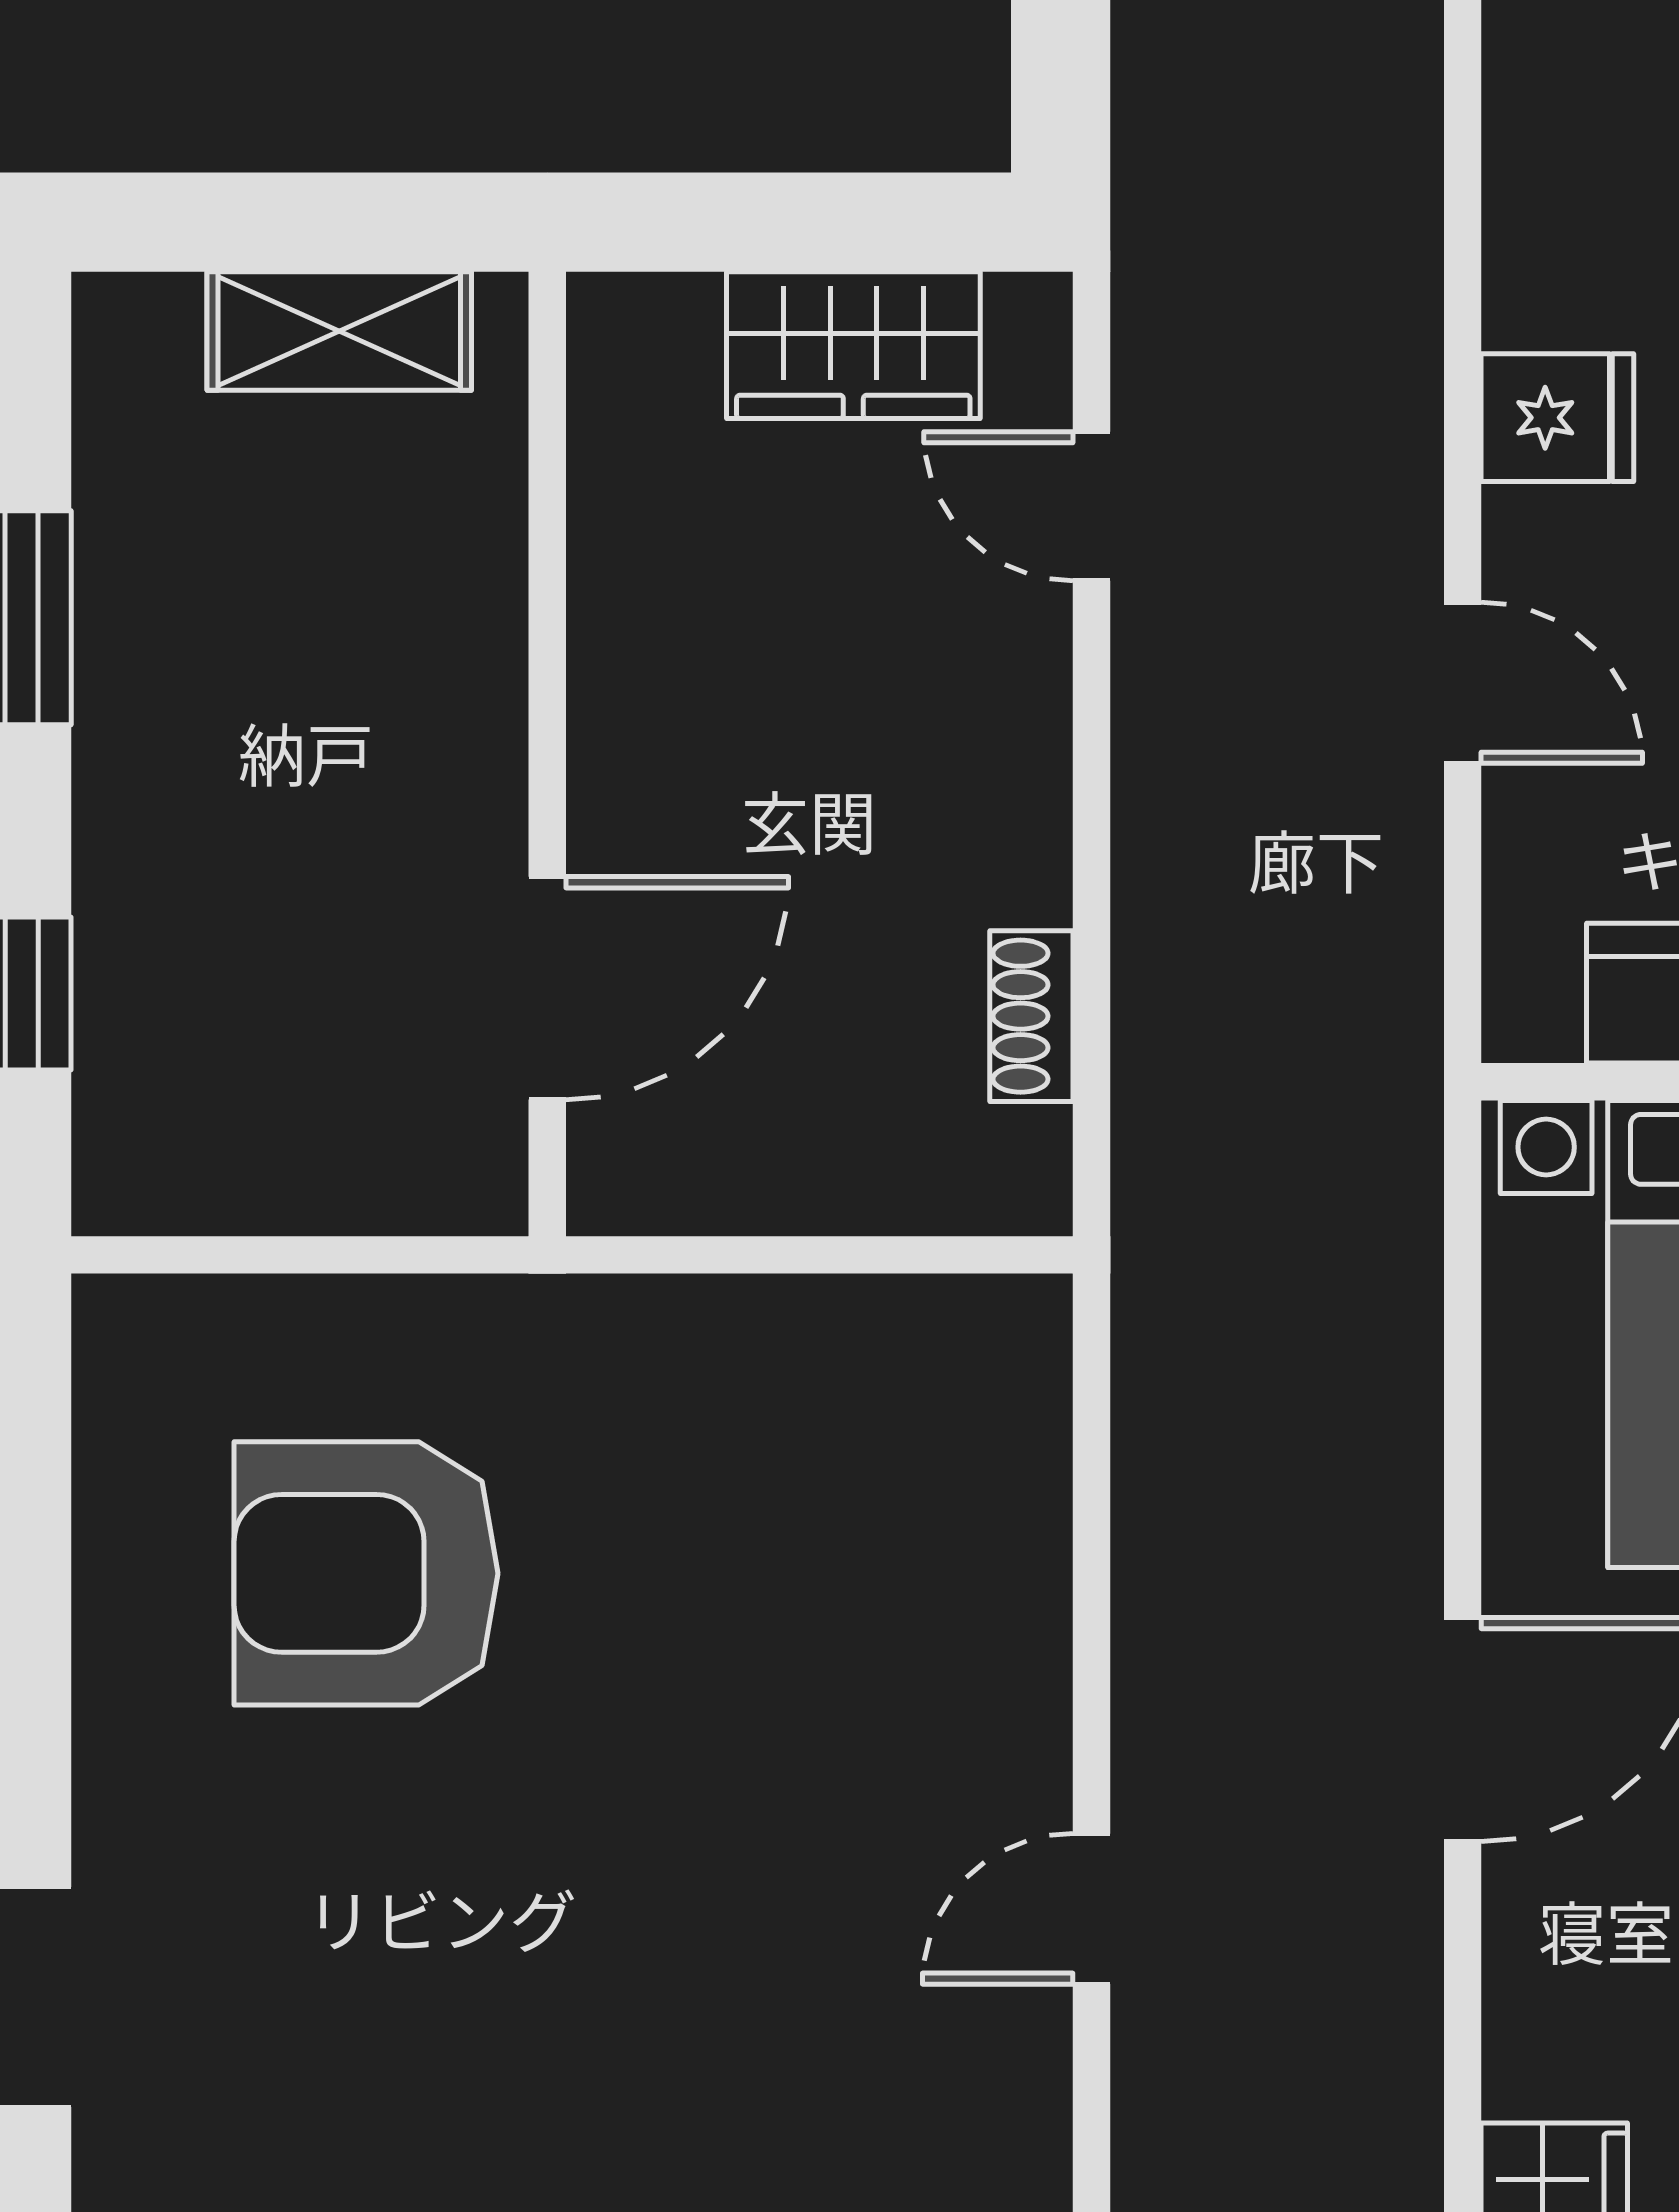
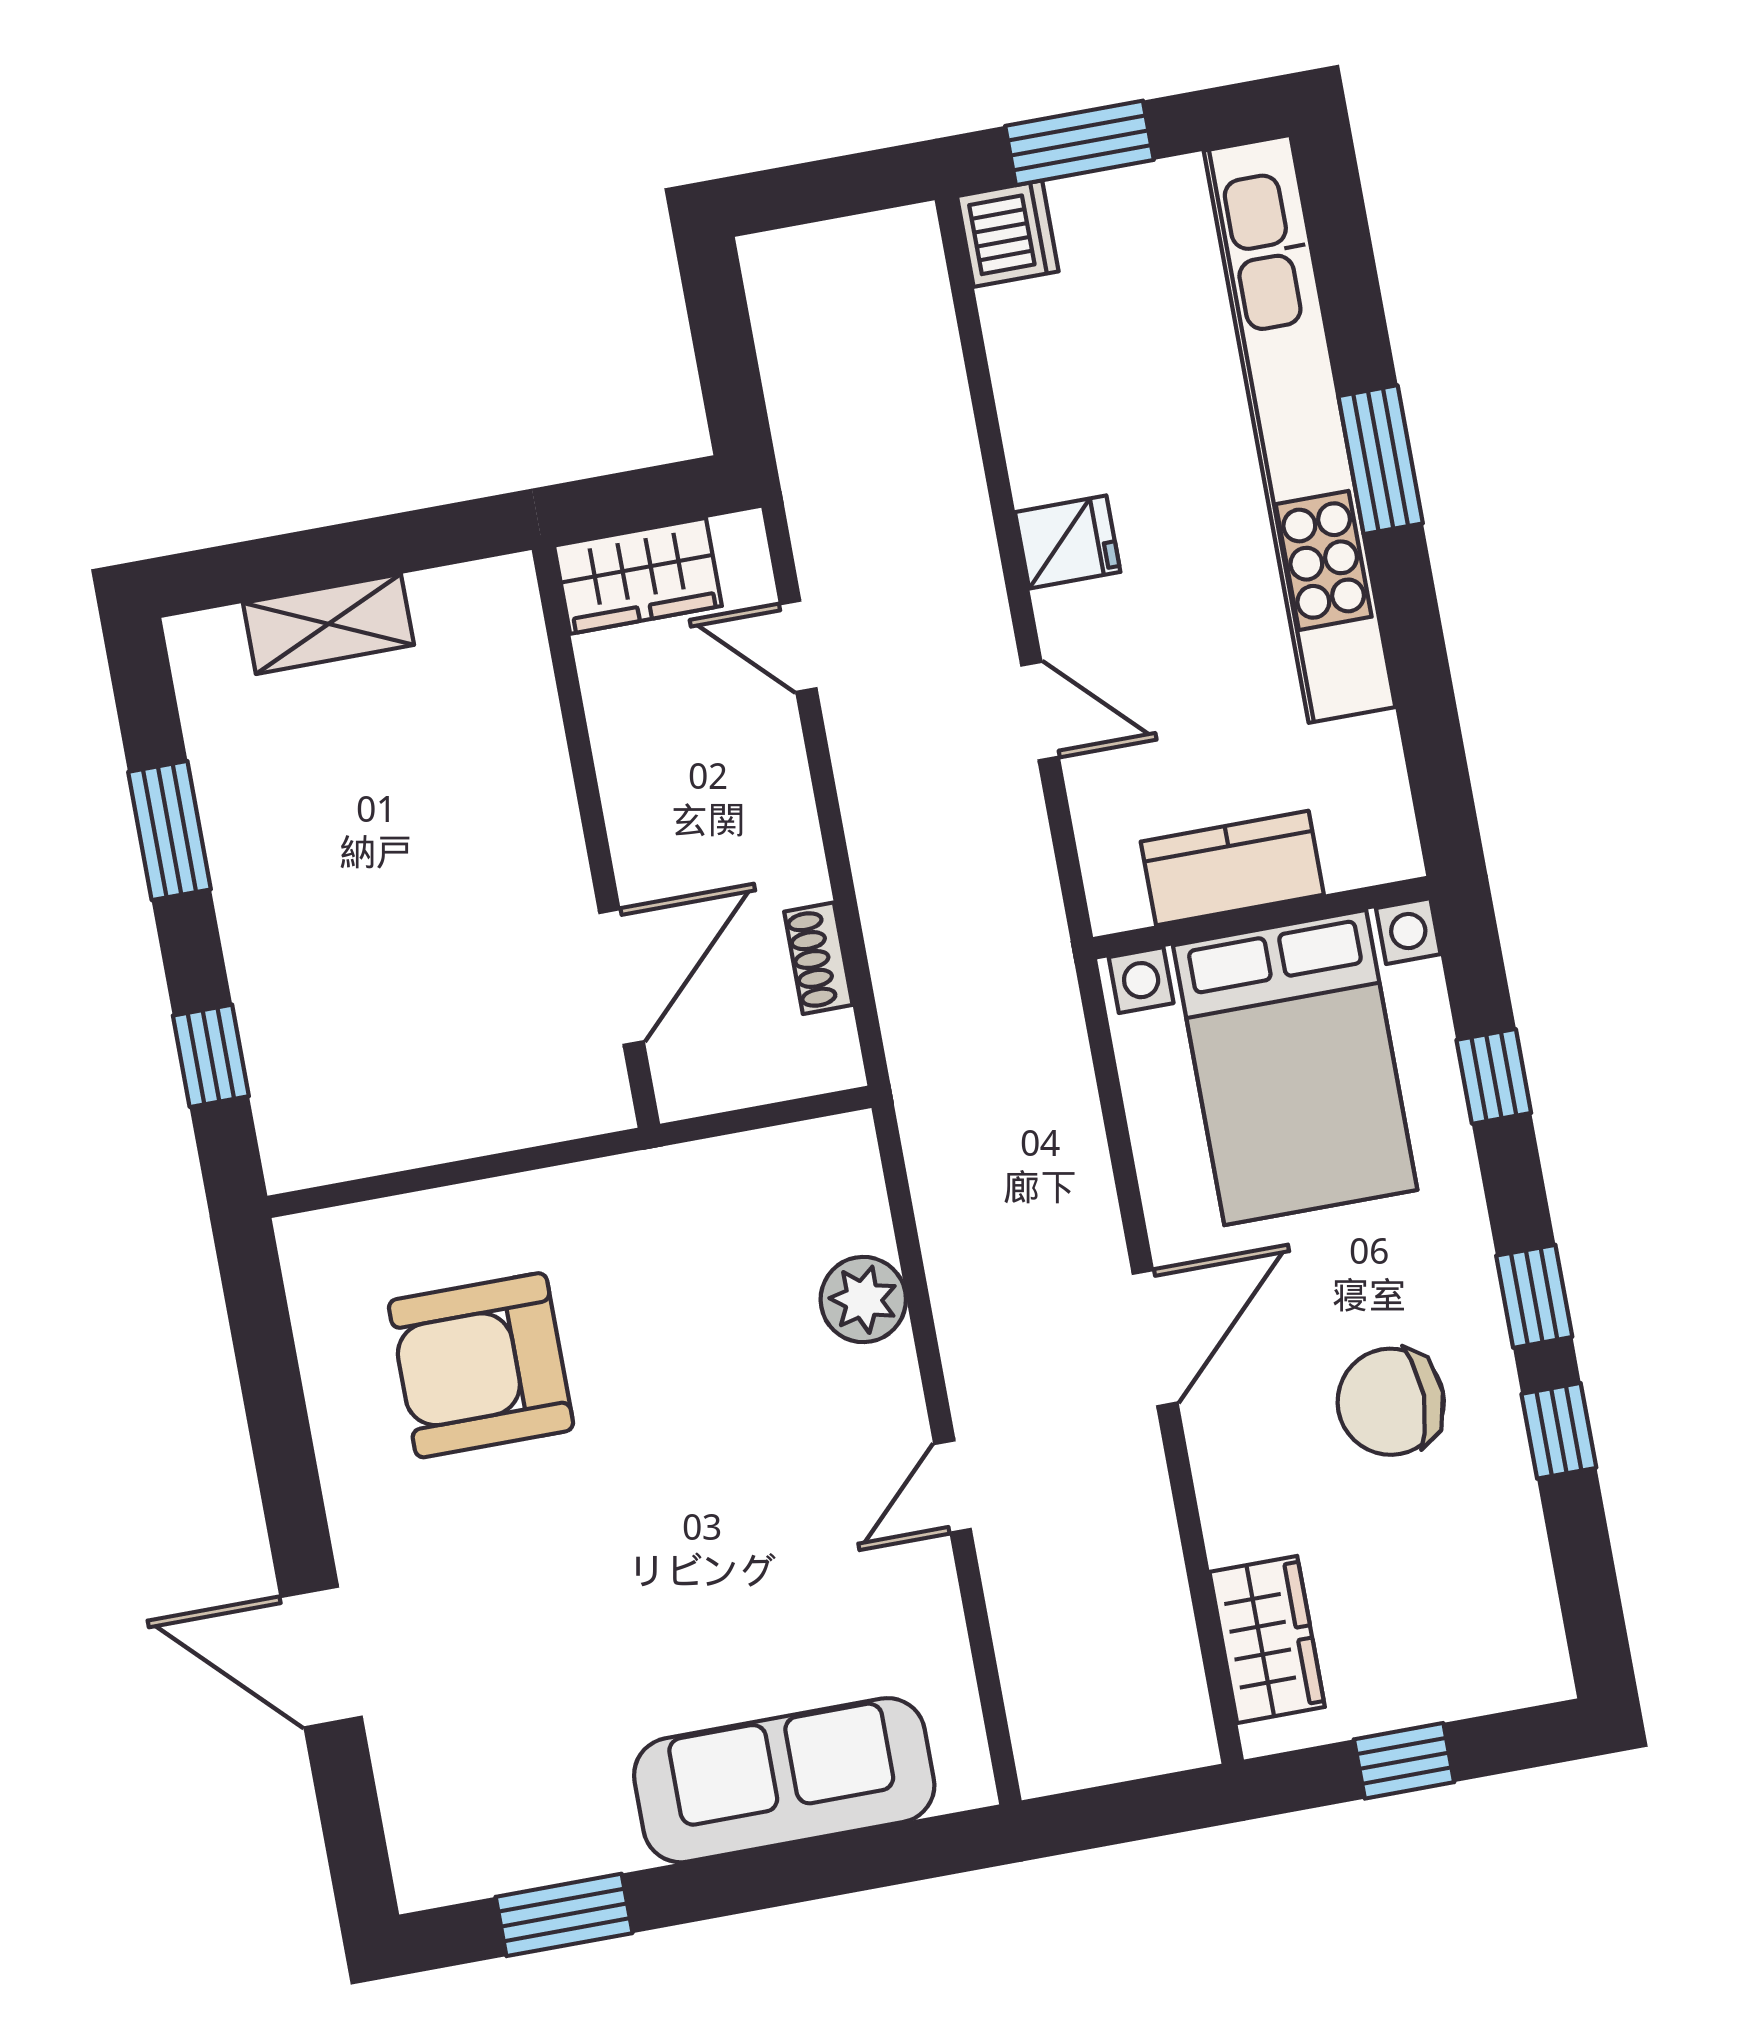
wall: (547, 754) -> (596, 837), moved
door: (547, 988) -> (622, 977), moved
plant: (1003, 1580) -> (863, 1300), added

